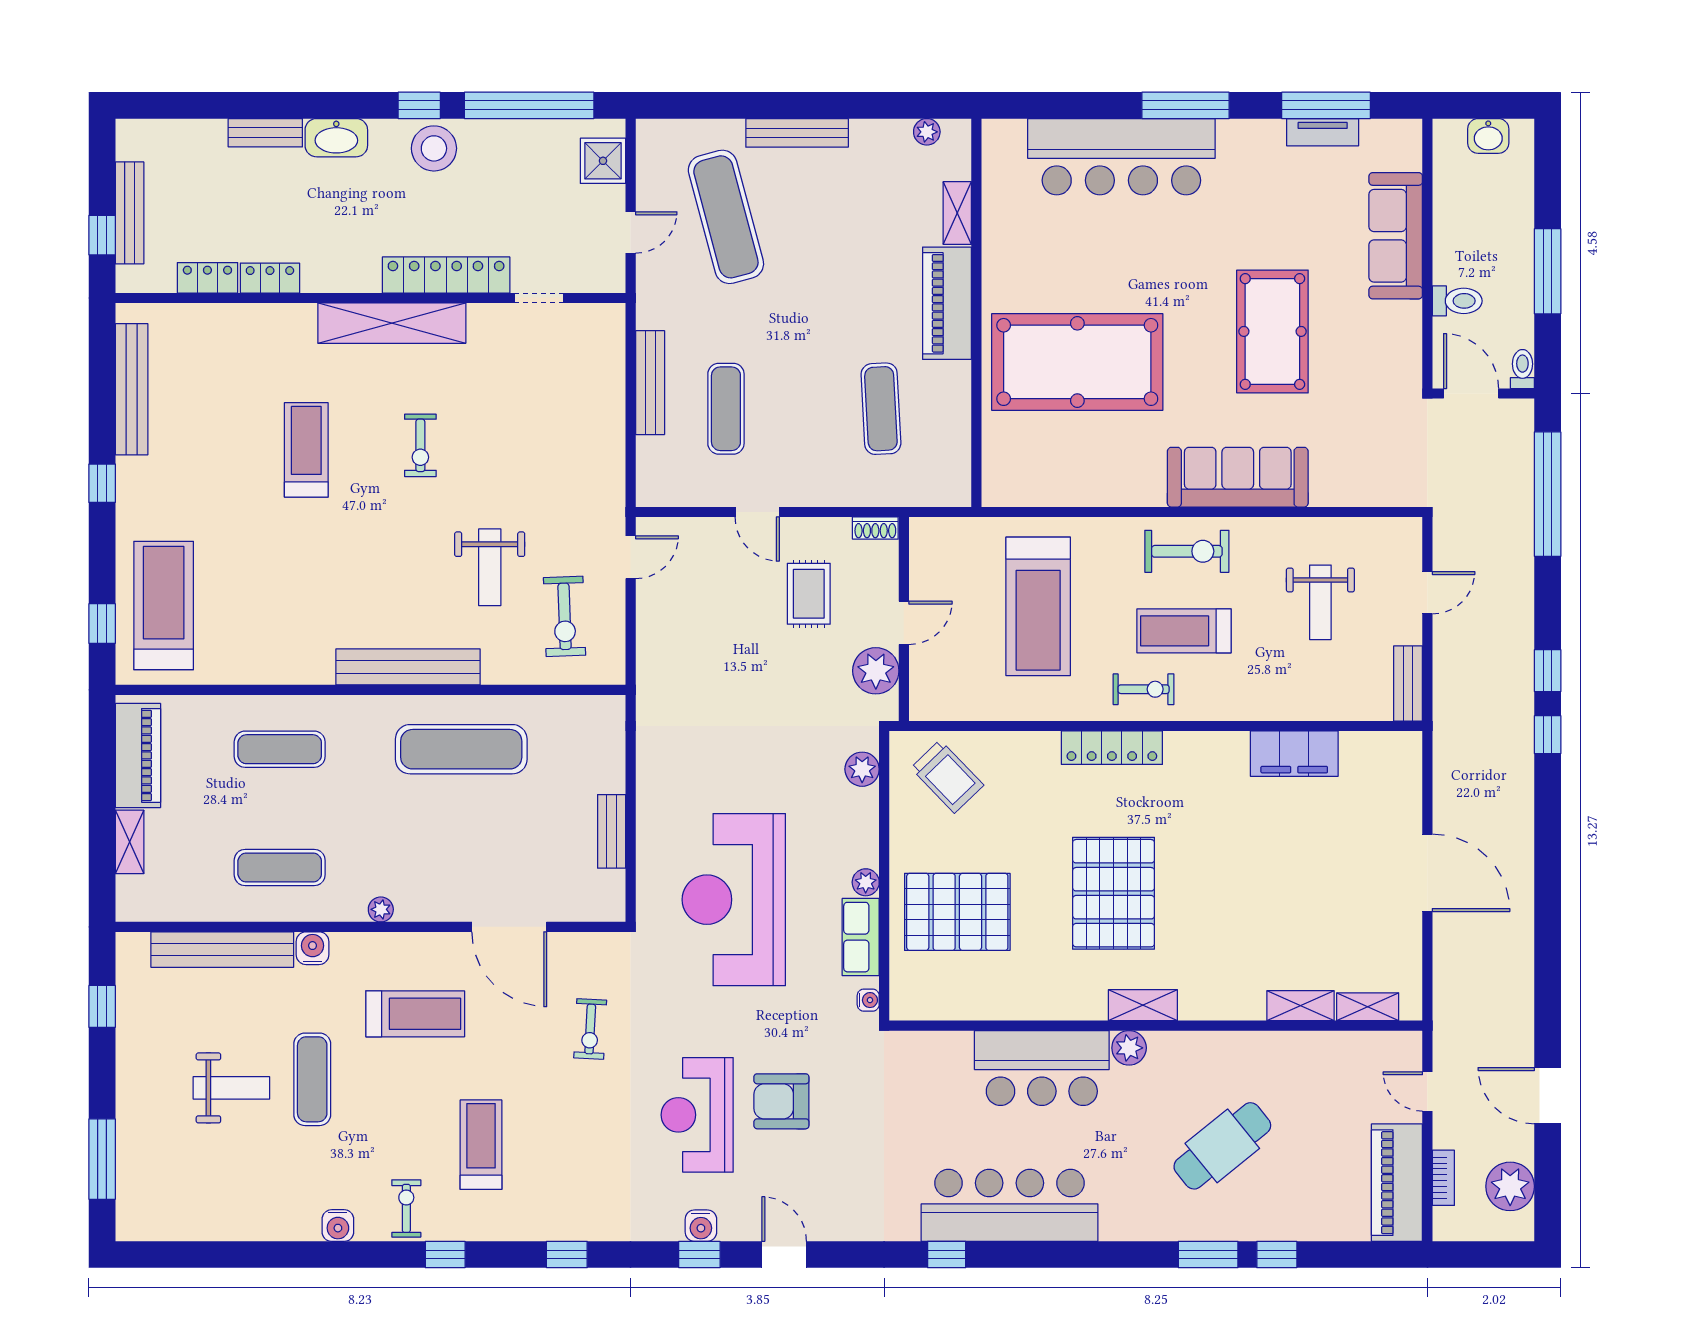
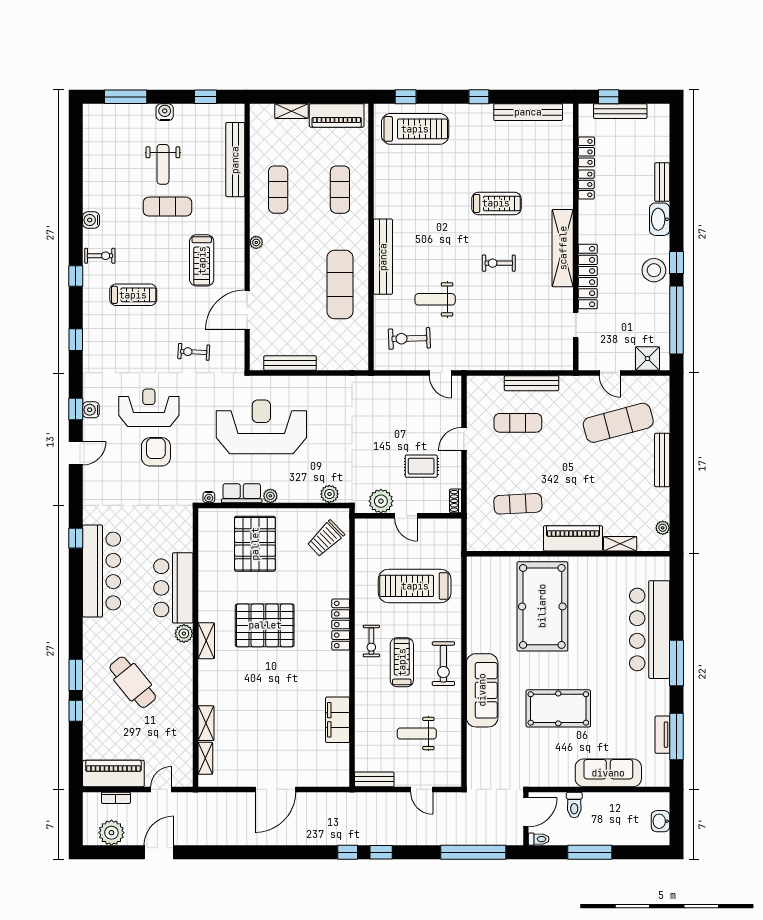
bench: (612, 831) -> (290, 363), width x1.36
water cooler: (313, 948) -> (165, 112), moved, turned -90

